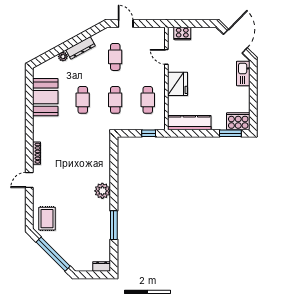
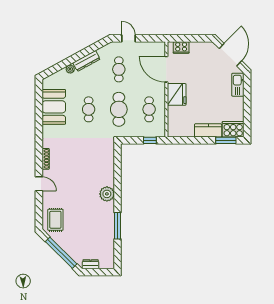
door: (166, 57) -> (166, 69), width x1.88
cafe table: (115, 100) -> (119, 109), width x1.37, depth x1.35
kitchen counter: (189, 123) -> (208, 130), moved, width x0.67
door: (29, 180) -> (39, 184), swing flipped
dresser: (102, 267) -> (91, 264), moved

